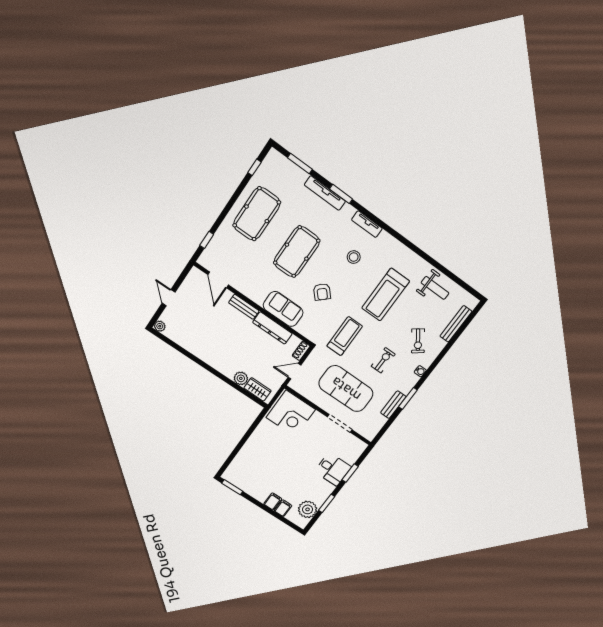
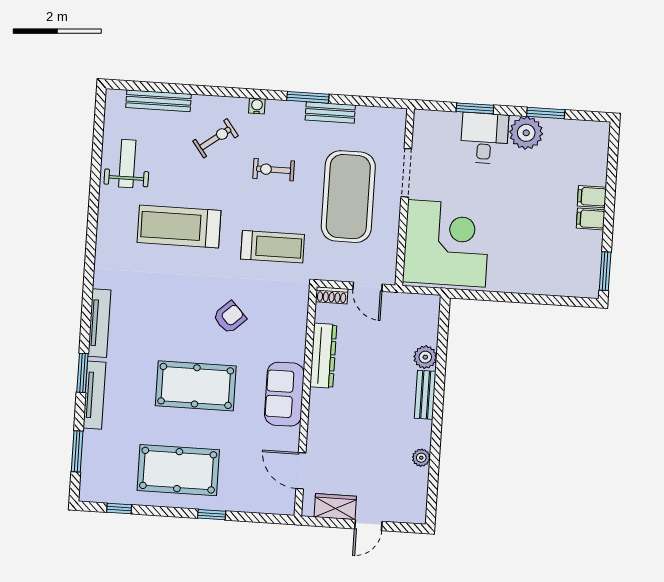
tv unit: (367, 224) -> (99, 323), width x1.41
window: (207, 240) -> (212, 515), moved
stool: (354, 257) -> (155, 303), removed
door: (218, 280) -> (301, 471), swing flipped
treadmill: (386, 295) -> (179, 227), turned 180
bench: (244, 307) -> (425, 395), moved
sofa: (283, 309) -> (284, 394), moved
plant: (160, 326) -> (421, 458), moved
treadmill: (345, 336) -> (273, 247), turned 180
wardrobe: (258, 389) -> (335, 507), moved, turned 90
corner desk: (291, 413) -> (446, 243), width x1.36, depth x1.36
filing cabinet: (283, 508) -> (591, 219), moved
plant: (308, 509) -> (526, 133), moved

